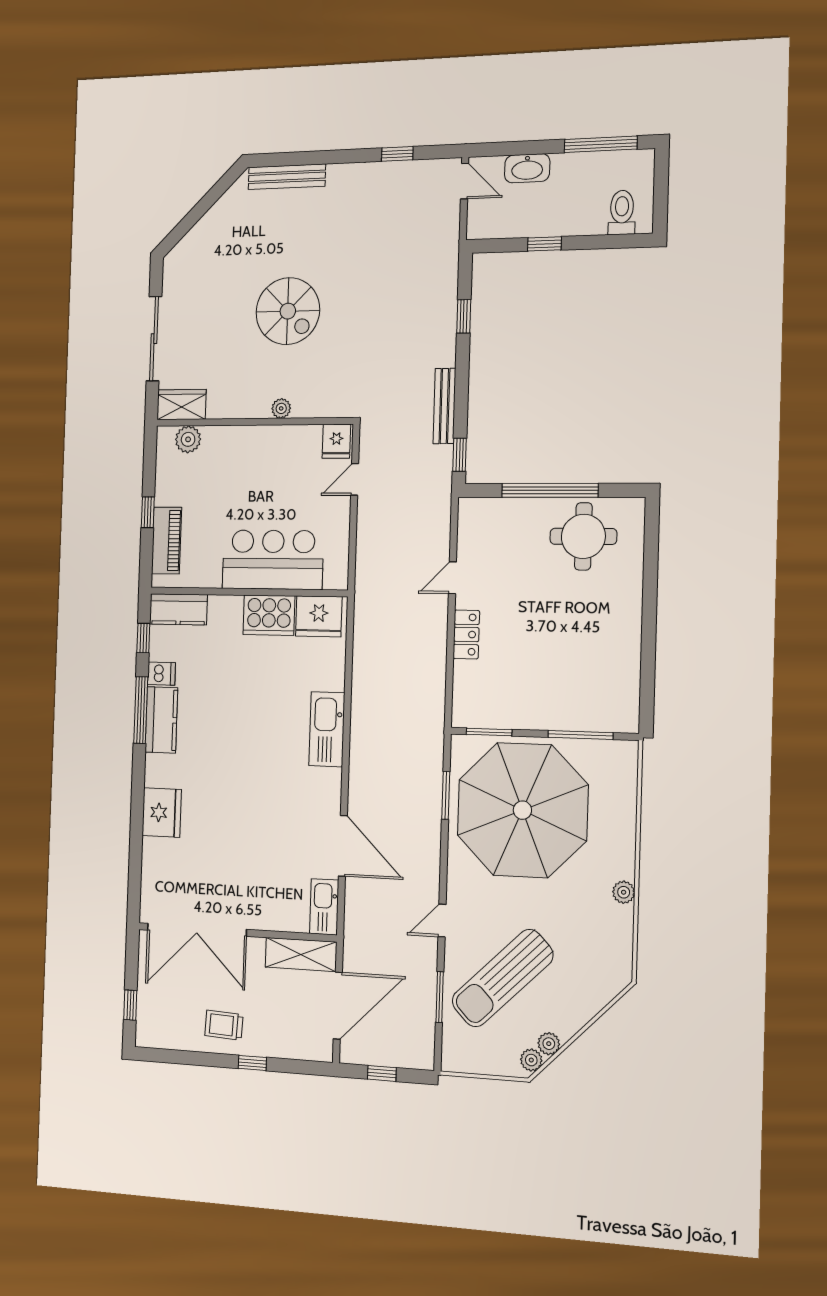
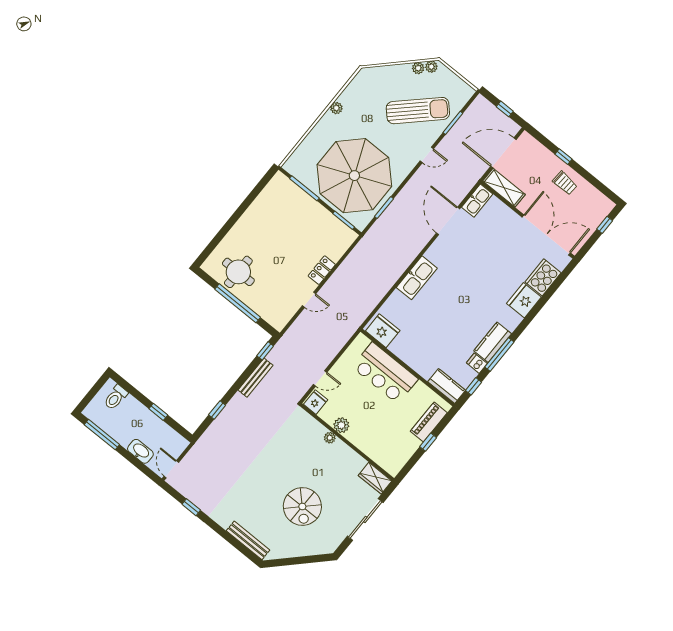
spiral stairs: (288, 311) -> (302, 506), moved, turned 180
plant: (188, 439) -> (341, 425), moved
cooker: (269, 615) -> (543, 277), moved, turned -90

